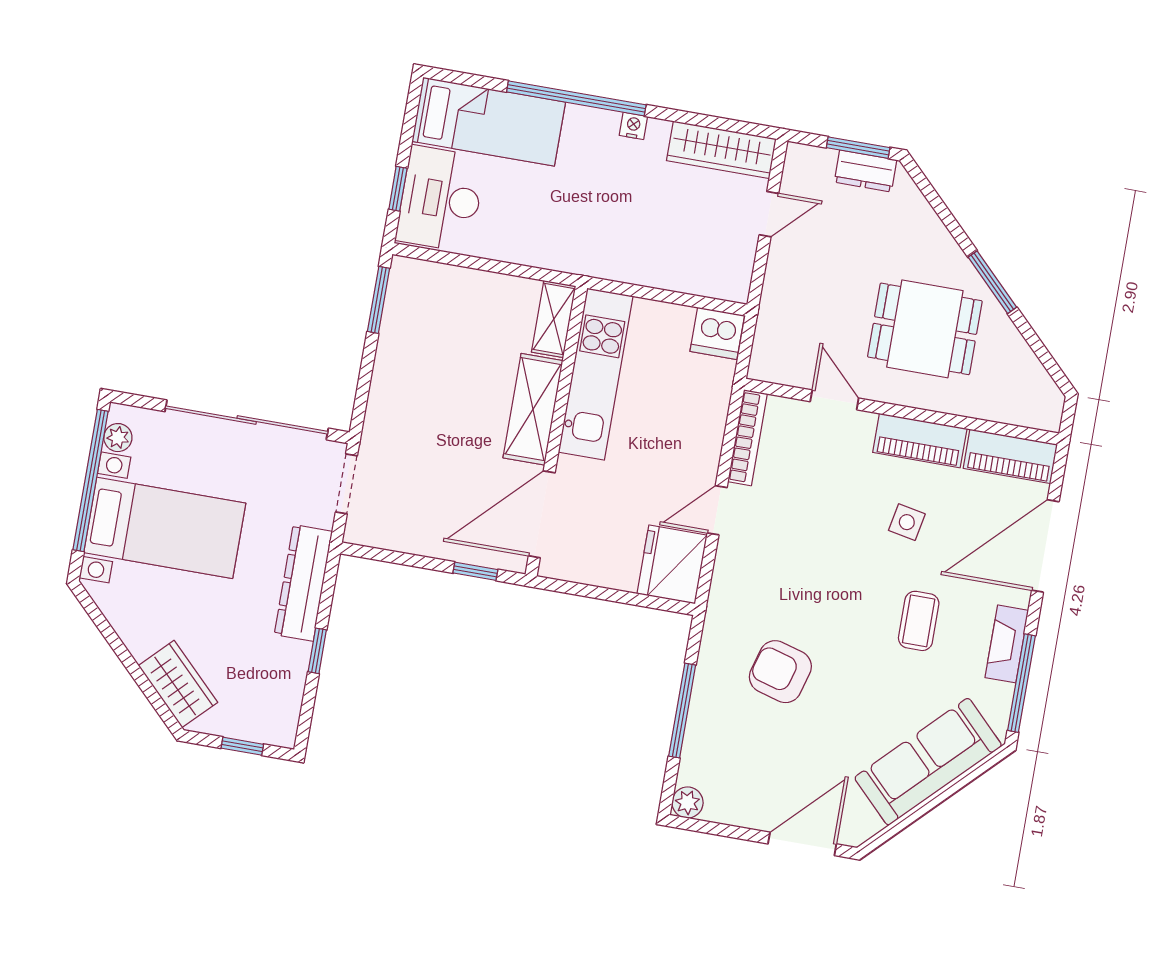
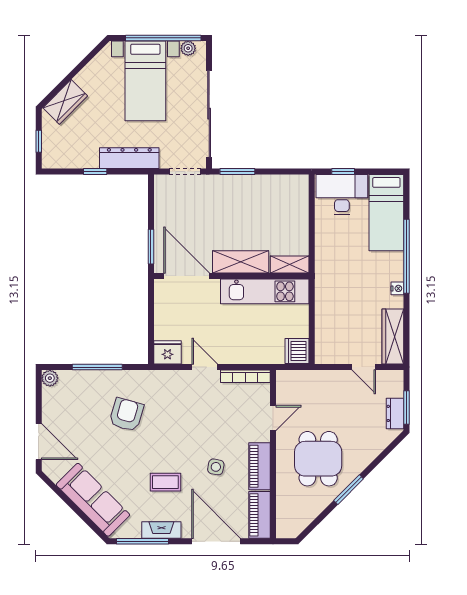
window: (379, 300) -> (237, 172), moved
fridge: (672, 565) -> (167, 352), width x0.73, depth x0.75
window: (475, 571) -> (151, 247), width x1.50

